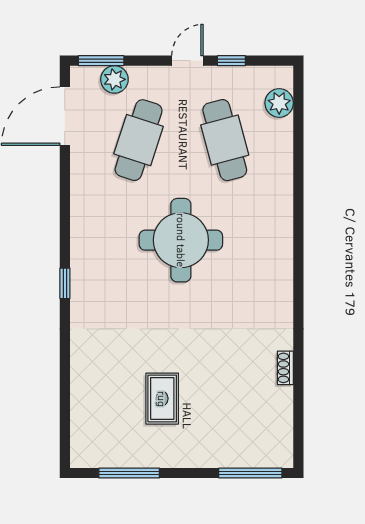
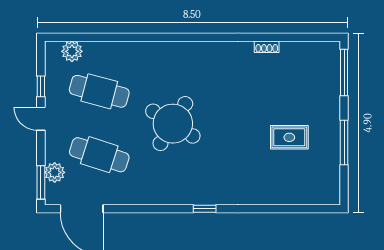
cafe table: (225, 140) -> (99, 91), turned 30
round table: (181, 240) -> (173, 124), turned 32
window: (129, 473) -> (344, 142), moved

